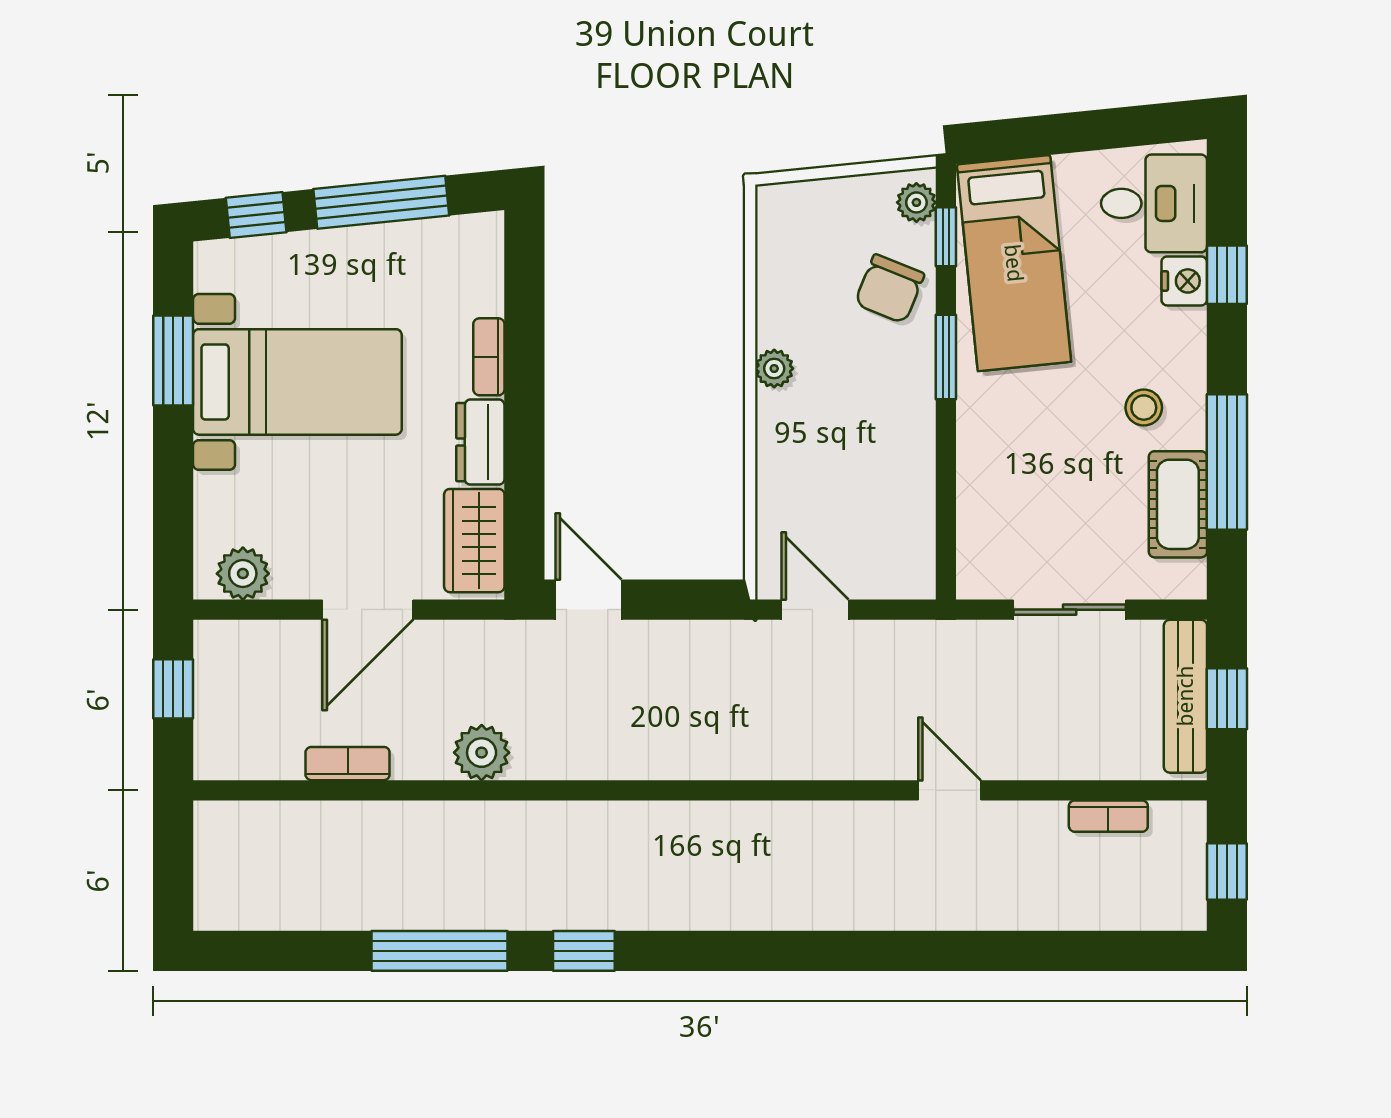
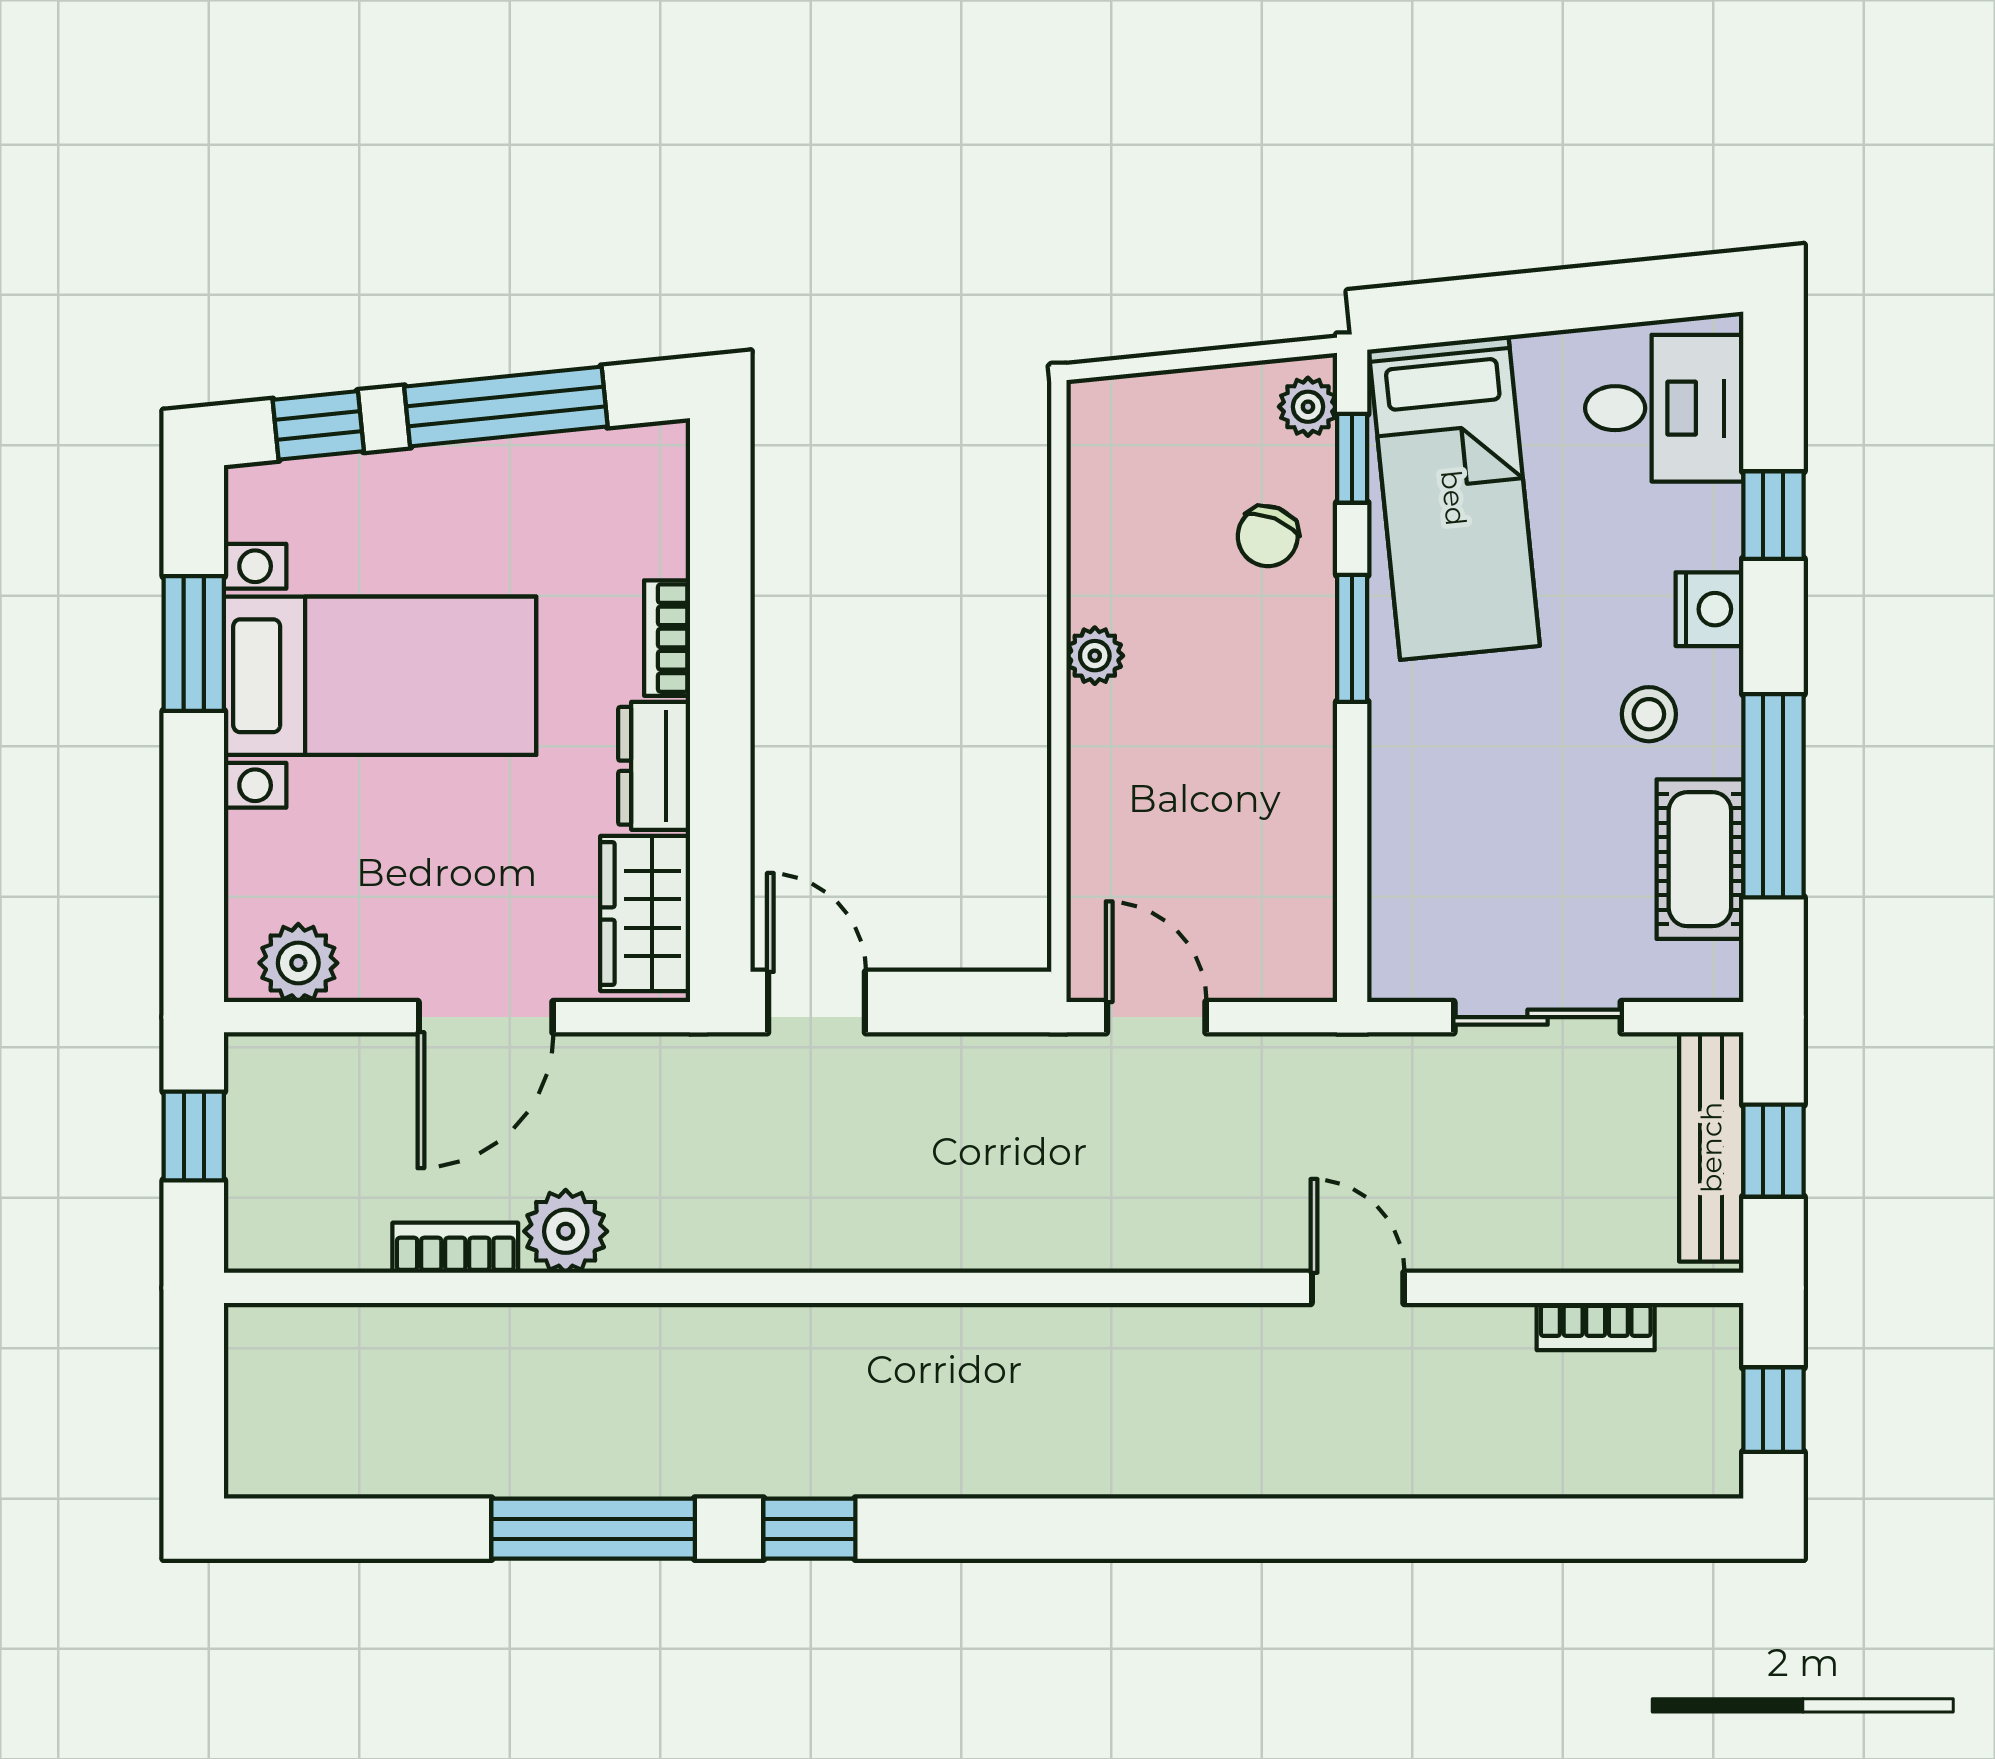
nightstand: (1184, 281) -> (1709, 609), moved
chair: (890, 289) -> (1268, 536), width x0.73, depth x0.73
plant: (482, 753) -> (566, 1231), moved

